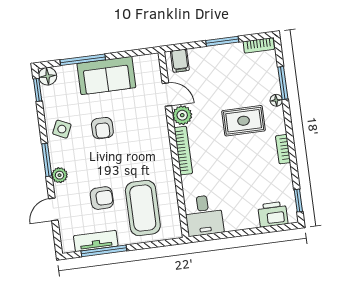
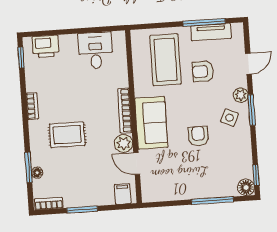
sofa: (106, 75) -> (151, 123), moved, turned 90
floor lamp: (276, 100) -> (37, 173), moved
side table: (62, 129) -> (229, 118), moved
desk: (204, 215) -> (96, 50), moved

